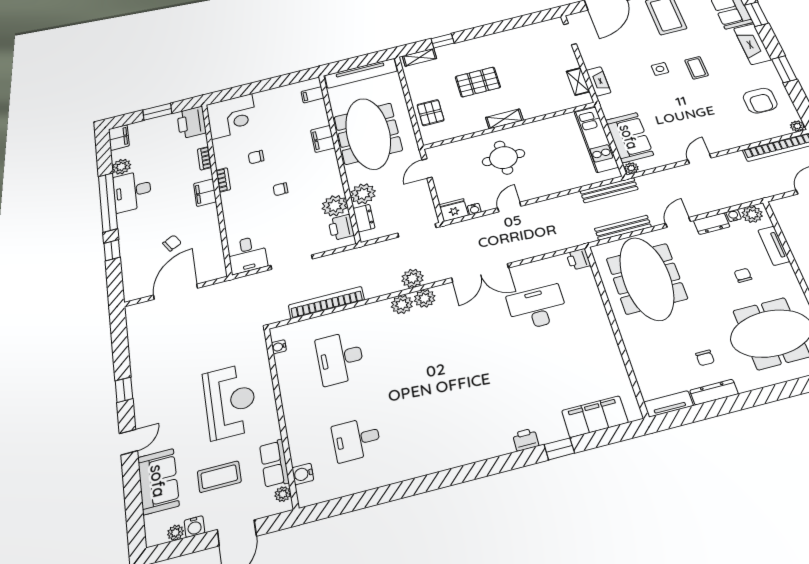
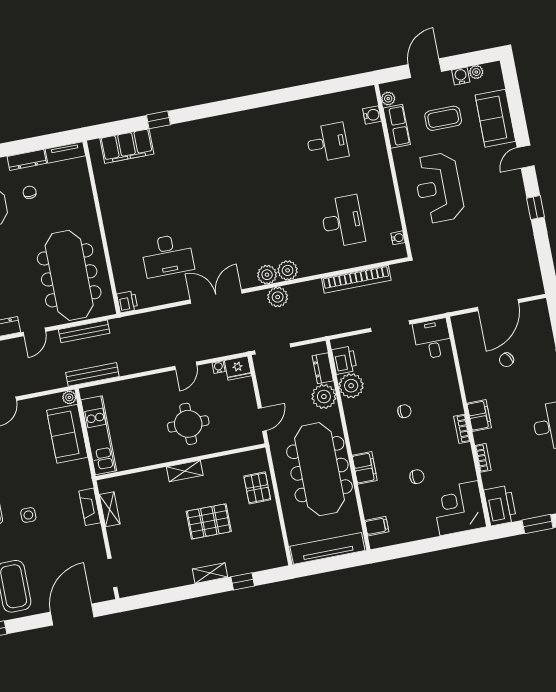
shelving: (419, 57) -> (210, 573), moved
chair: (256, 157) -> (417, 477), moved
printer: (526, 440) -> (185, 130), removed

